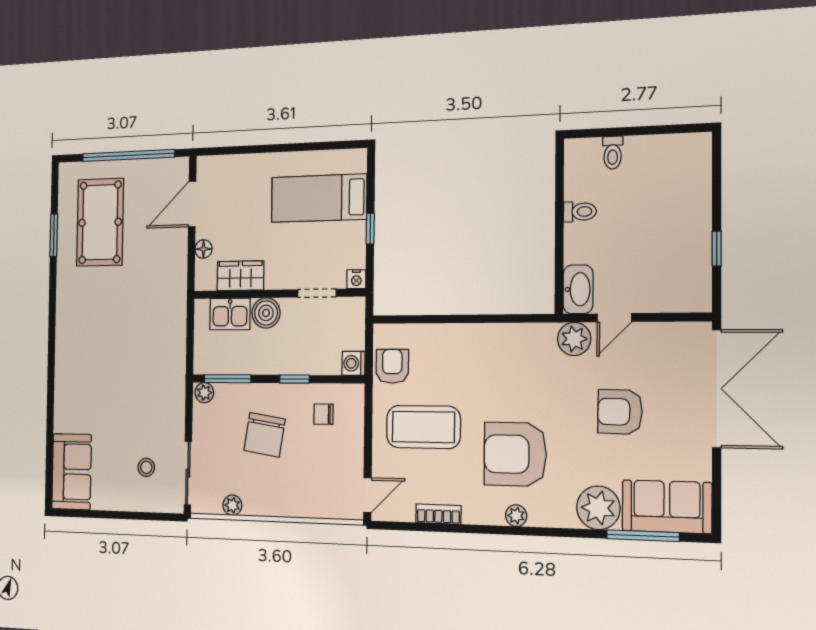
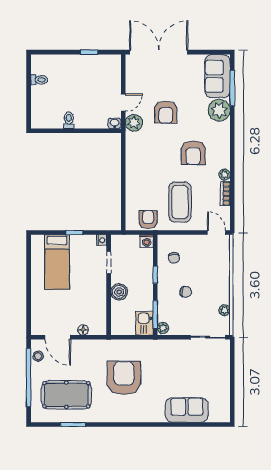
toilet: (613, 153) -> (39, 80), moved
wardrobe: (240, 276) -> (98, 307), removed
washbasin: (578, 289) -> (115, 123), width x0.52, depth x0.69
kitchen sink: (230, 314) -> (144, 323), moved, turned 180
door: (614, 318) -> (123, 103), hinge flipped
armchair: (125, 323) -> (124, 378), added
armchair: (392, 366) -> (148, 220), turned 90
armchair: (620, 412) -> (166, 112), moved
chair: (264, 435) -> (186, 292), width x0.54, depth x0.54
armchair: (515, 454) -> (193, 153), width x0.73, depth x0.73
stool: (146, 467) -> (38, 356), moved
sofa: (72, 472) -> (187, 410), moved
plant: (516, 516) -> (225, 175), moved

